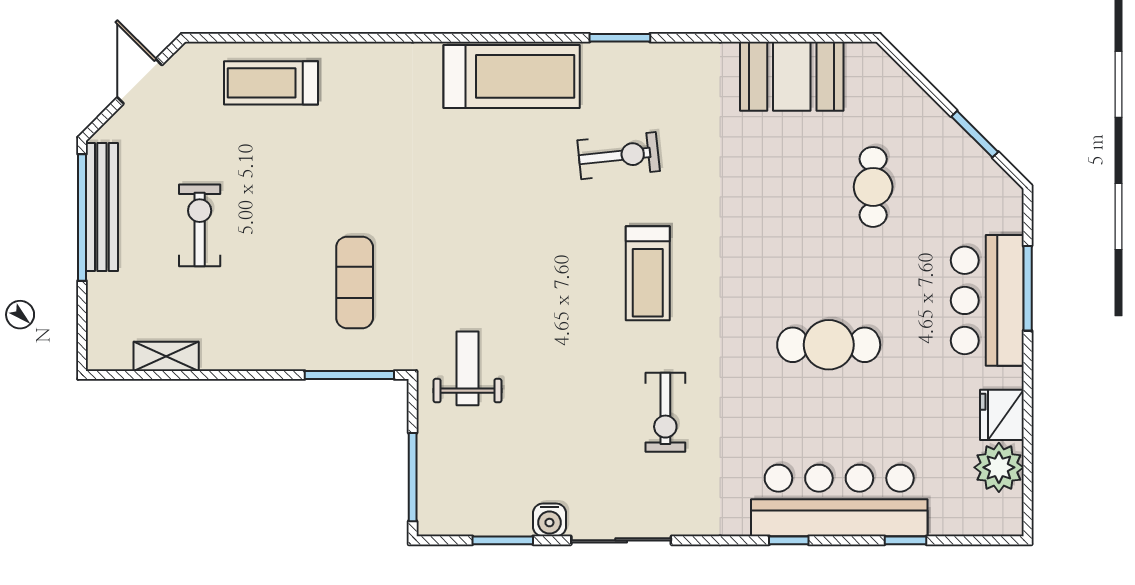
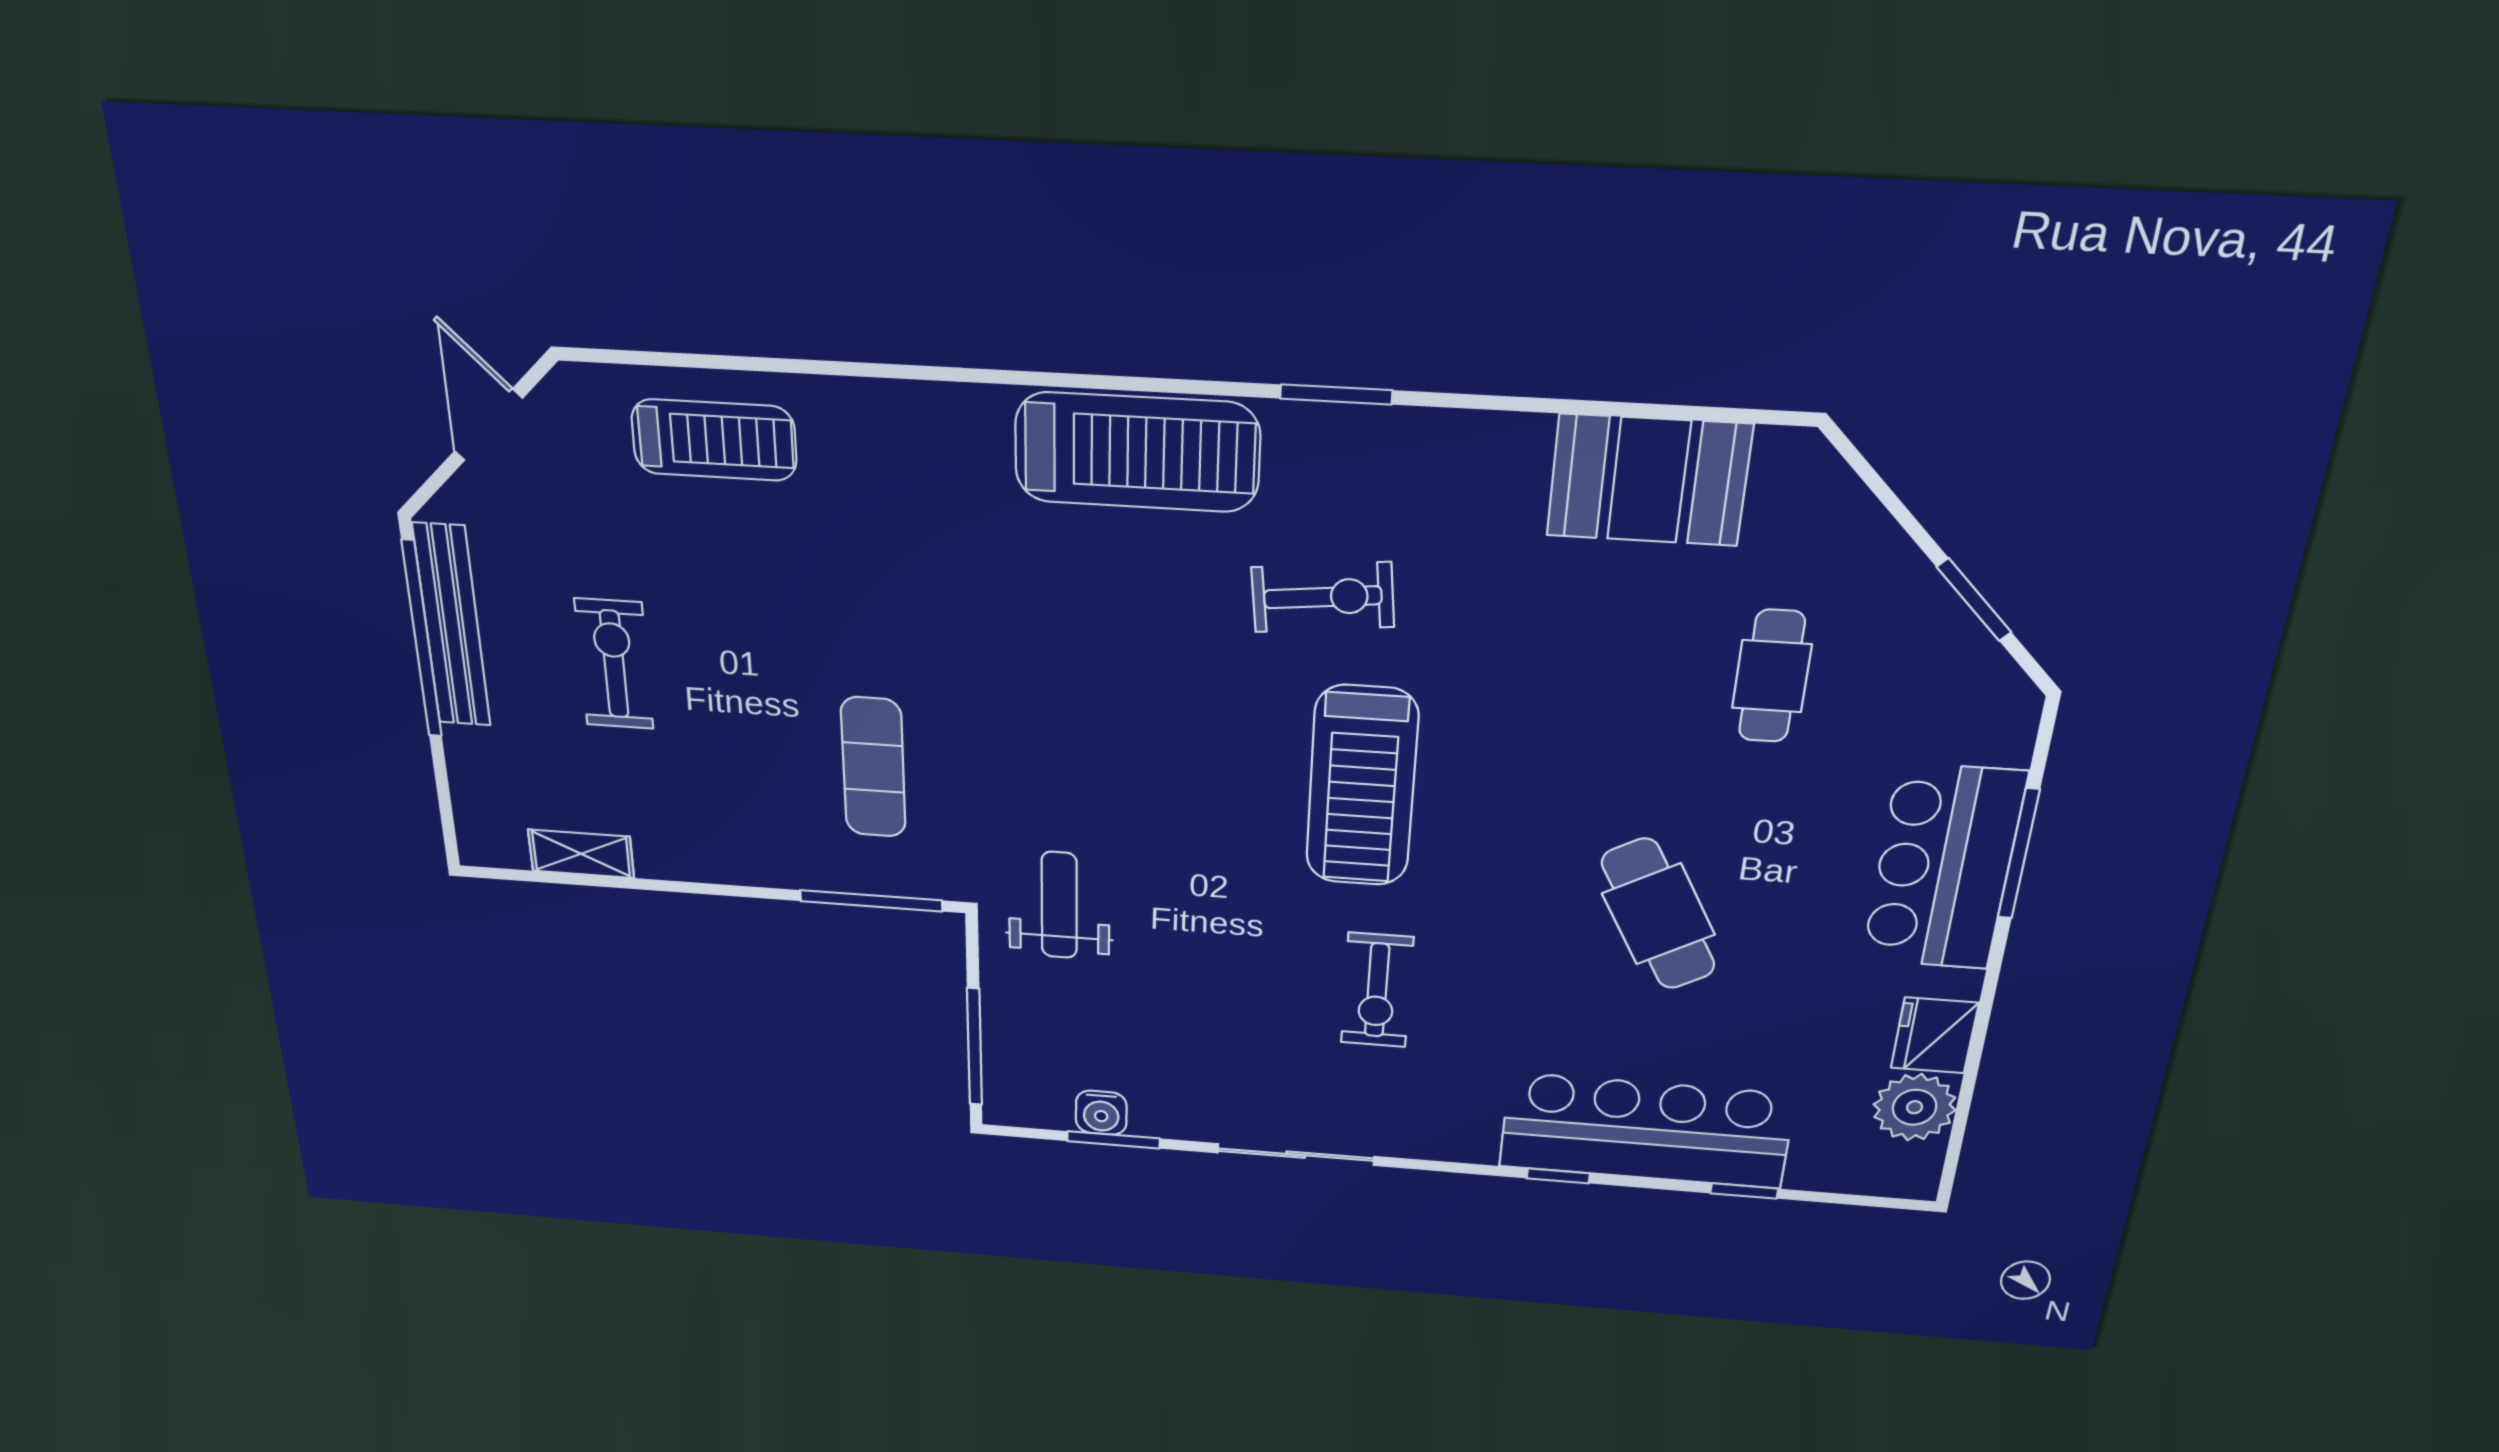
treadmill: (271, 83) -> (714, 440), turned 180
treadmill: (648, 273) -> (1362, 787), width x1.37, depth x1.38
cafe table: (829, 345) -> (1658, 914), turned 61
water cooler: (549, 520) -> (1101, 1113), moved

